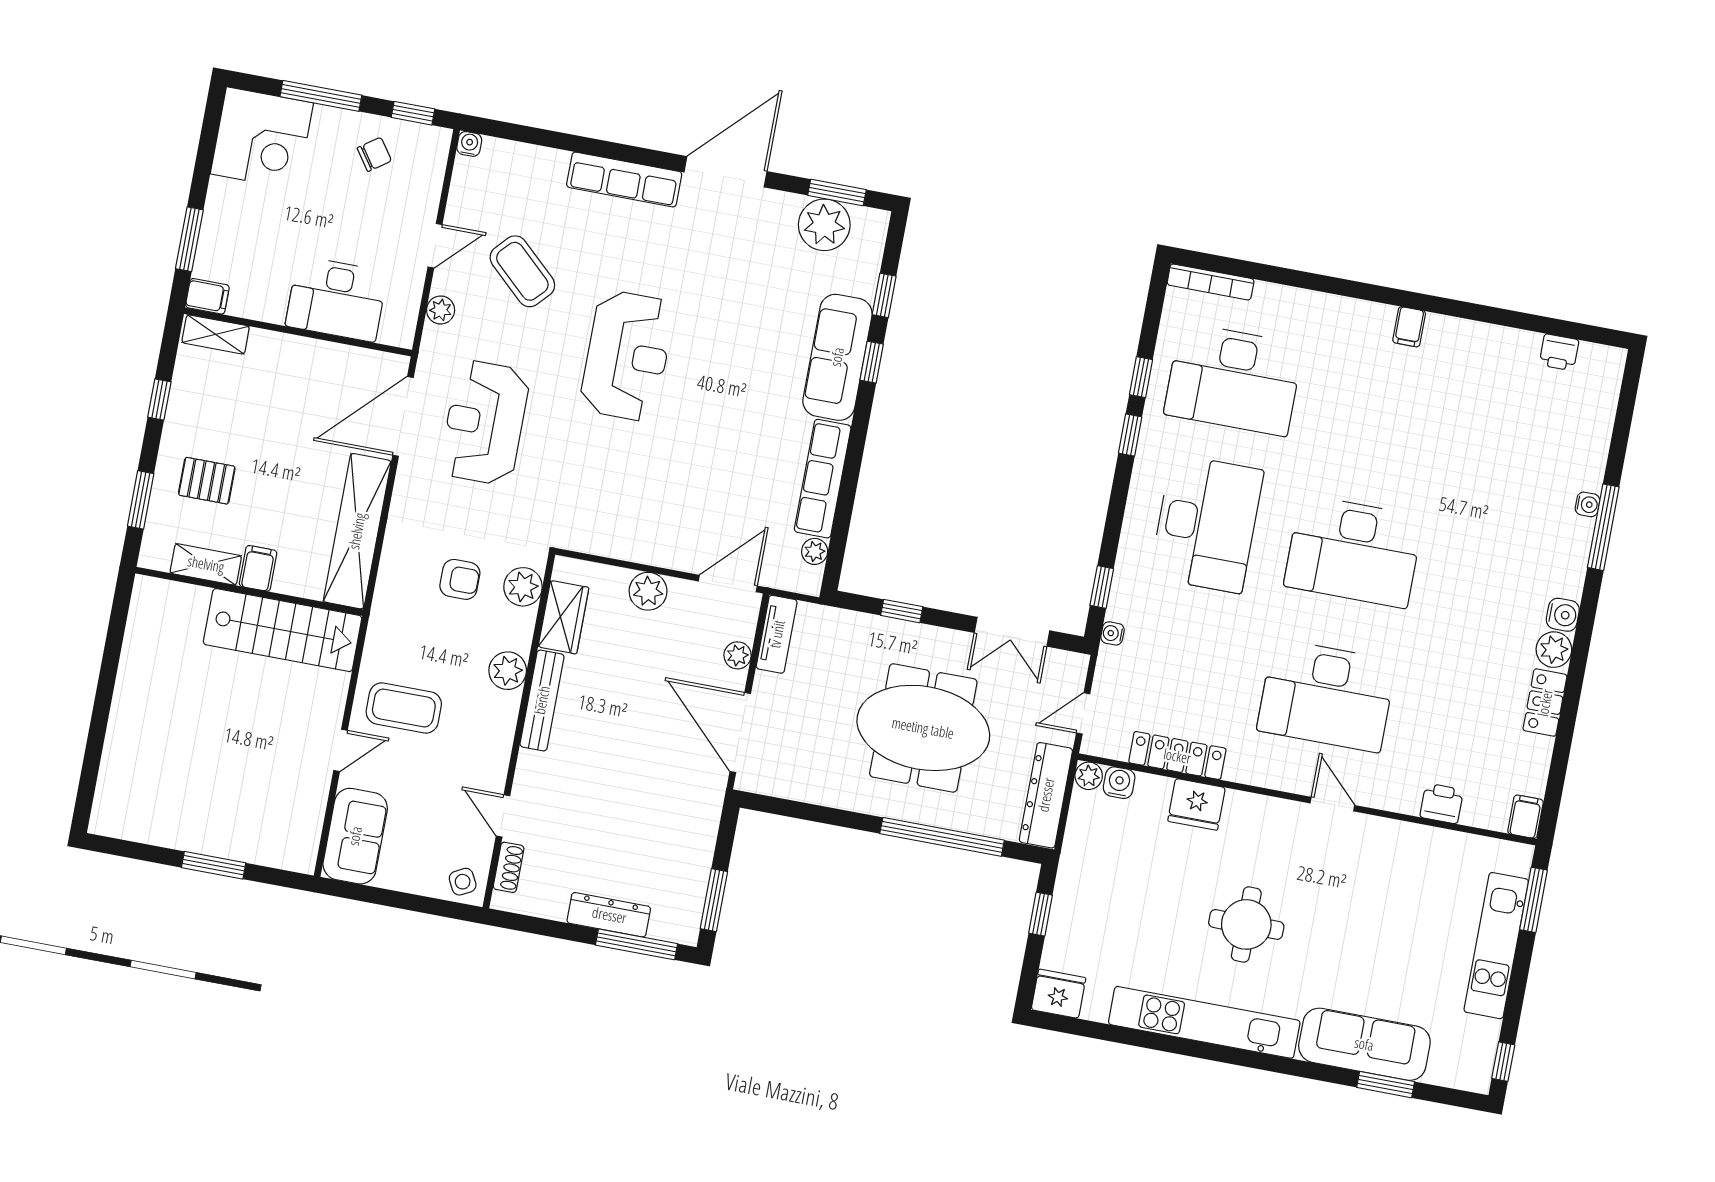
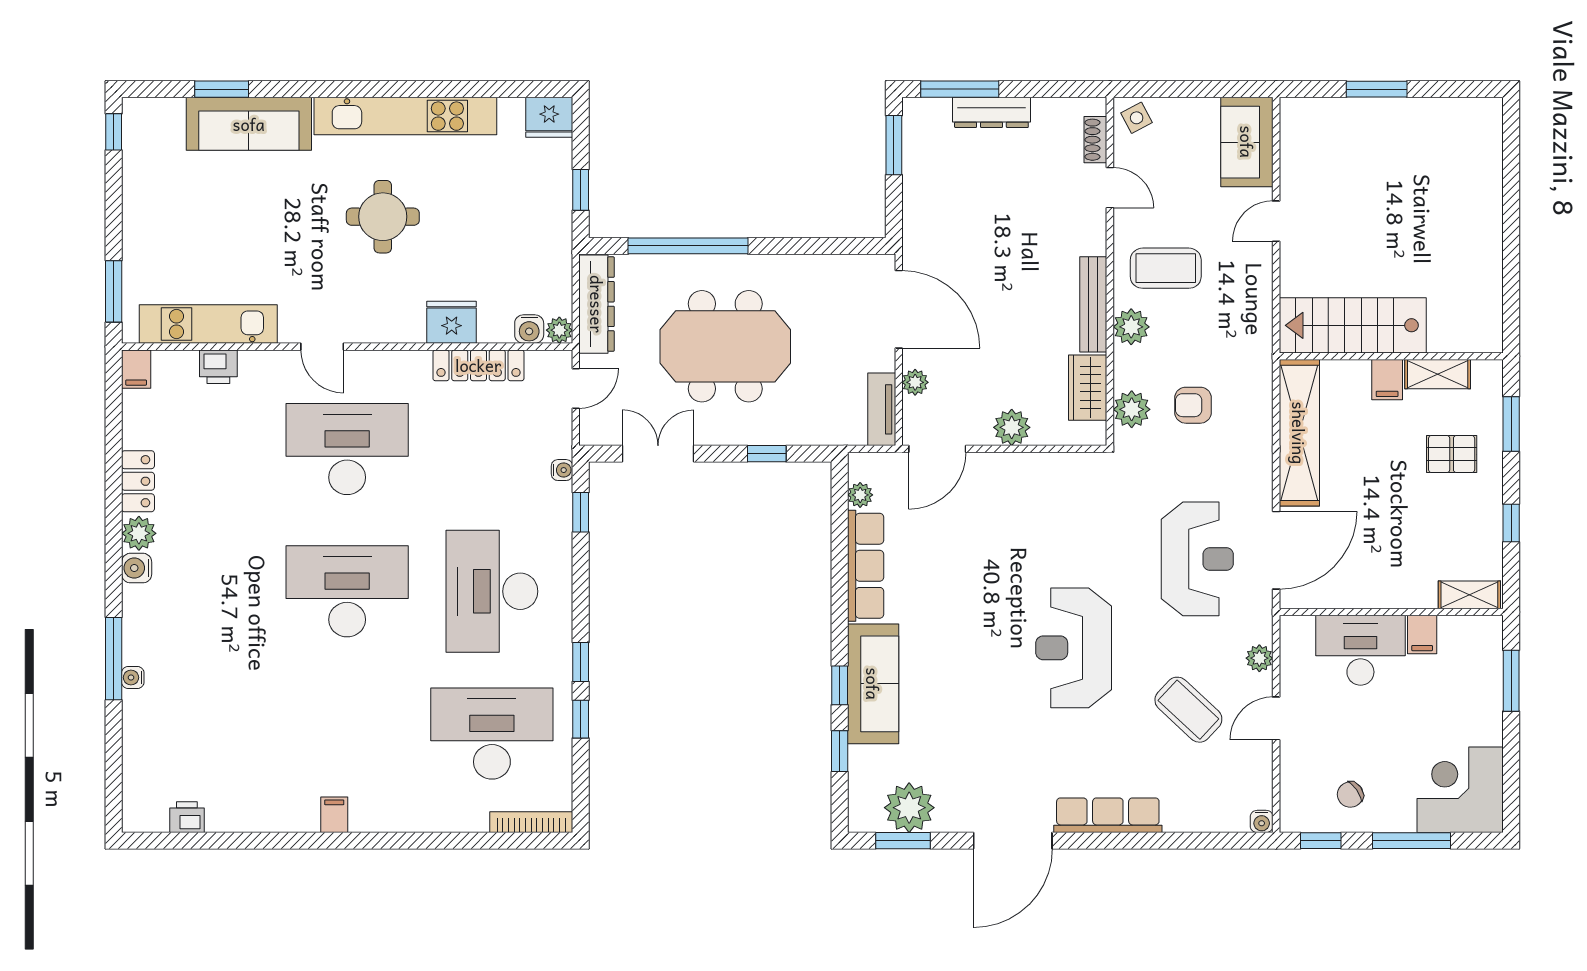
filing cabinet: (207, 296) -> (1422, 635), moved, turned -90
coffee table: (404, 708) -> (1166, 268), moved
kitchen unit: (1496, 946) -> (208, 324), moved, turned -90

